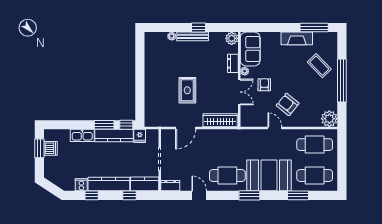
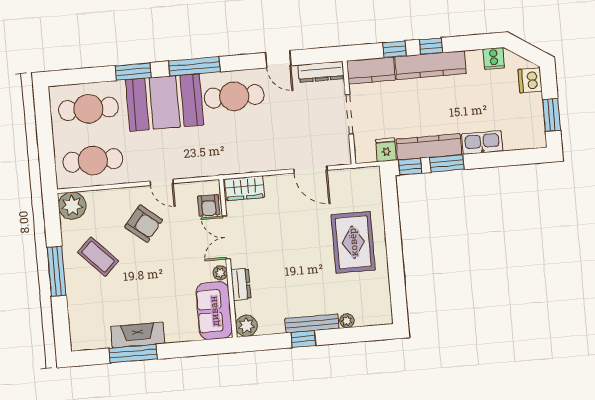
window: (314, 28) -> (133, 354), moved
coffee table: (319, 66) -> (98, 257), moved
window: (342, 80) -> (57, 271), width x0.68
armchair: (264, 85) -> (209, 205), moved
rug: (187, 90) -> (353, 242), moved, width x1.36, depth x1.43
wardrobe: (220, 120) -> (245, 188), width x0.67
door: (186, 128) -> (310, 170), swing flipped
dishwasher: (50, 148) -> (530, 80), moved
cooker: (81, 185) -> (494, 59), moved
dresser: (170, 186) -> (321, 72), width x1.44
window: (92, 195) -> (431, 46), moved
window: (249, 195) -> (194, 66), width x1.44
window: (298, 195) -> (133, 72), moved

